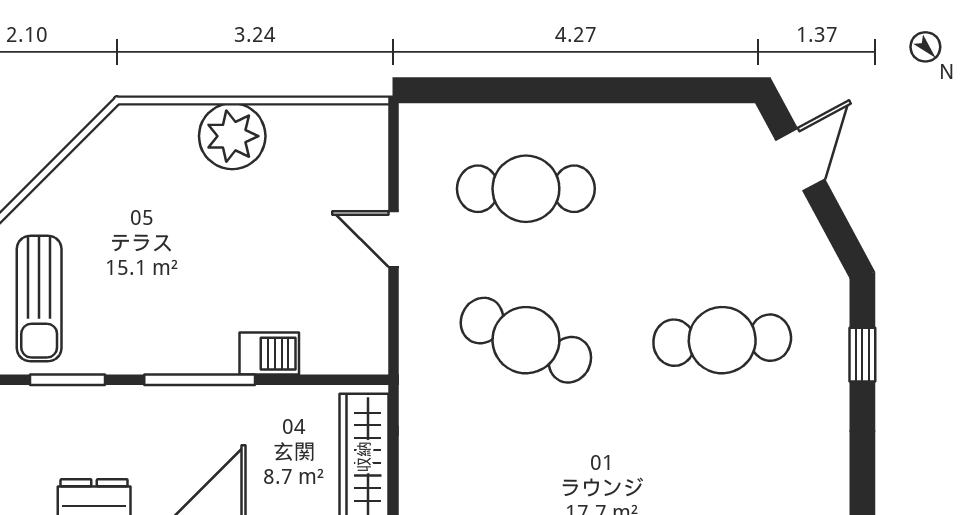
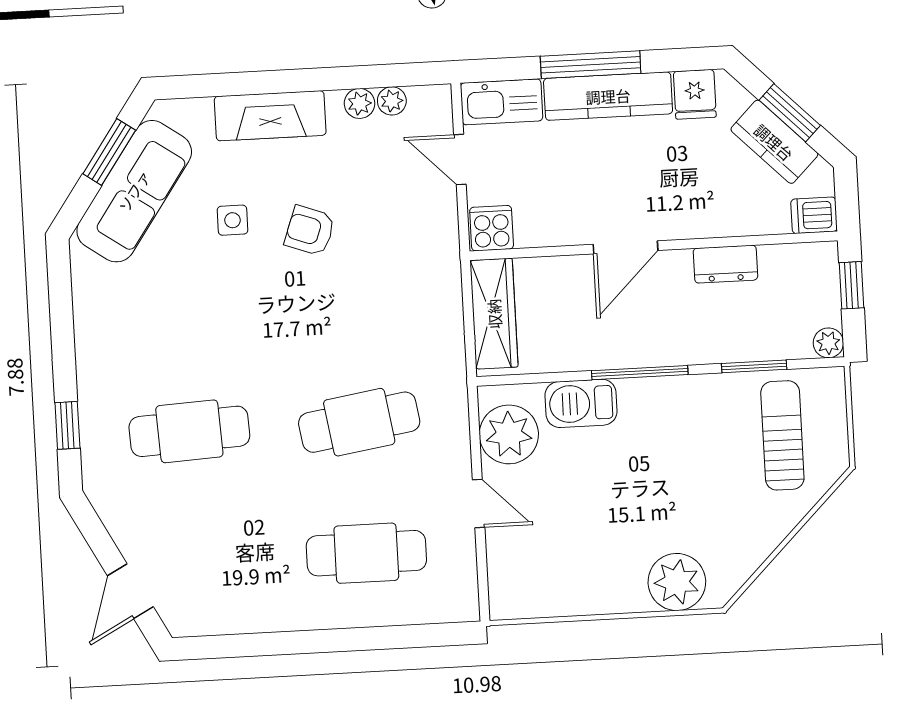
plant: (232, 136) -> (677, 582), moved
plant: (354, 317) -> (509, 434), added
cafe table: (526, 340) -> (359, 422), turned -33
barbecue: (269, 354) -> (581, 403), width x1.38, depth x1.27

